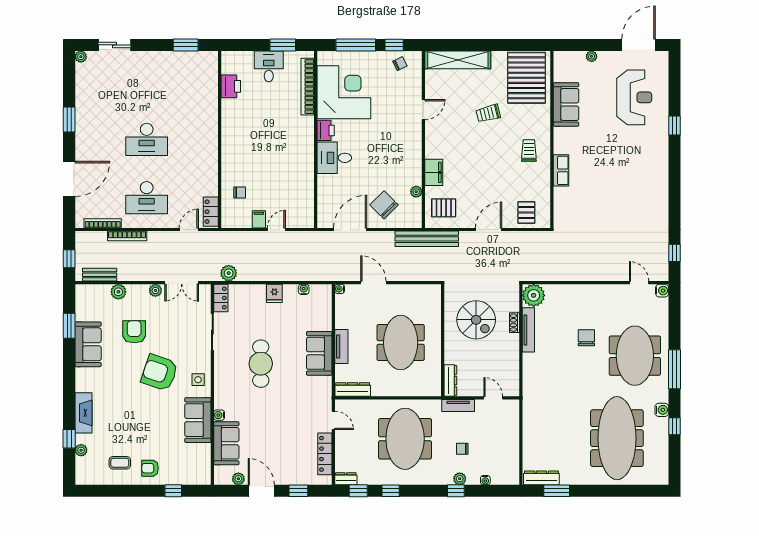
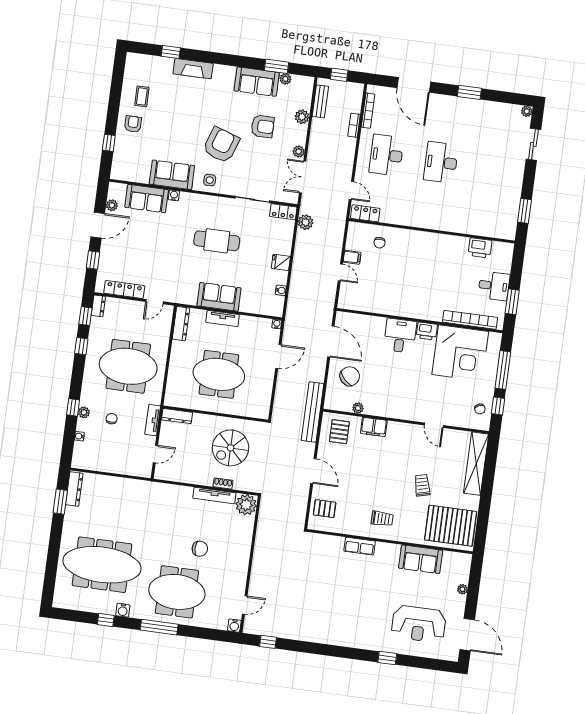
bookcase: (127, 236) -> (354, 125), width x0.64
plant: (81, 450) -> (285, 79), moved

